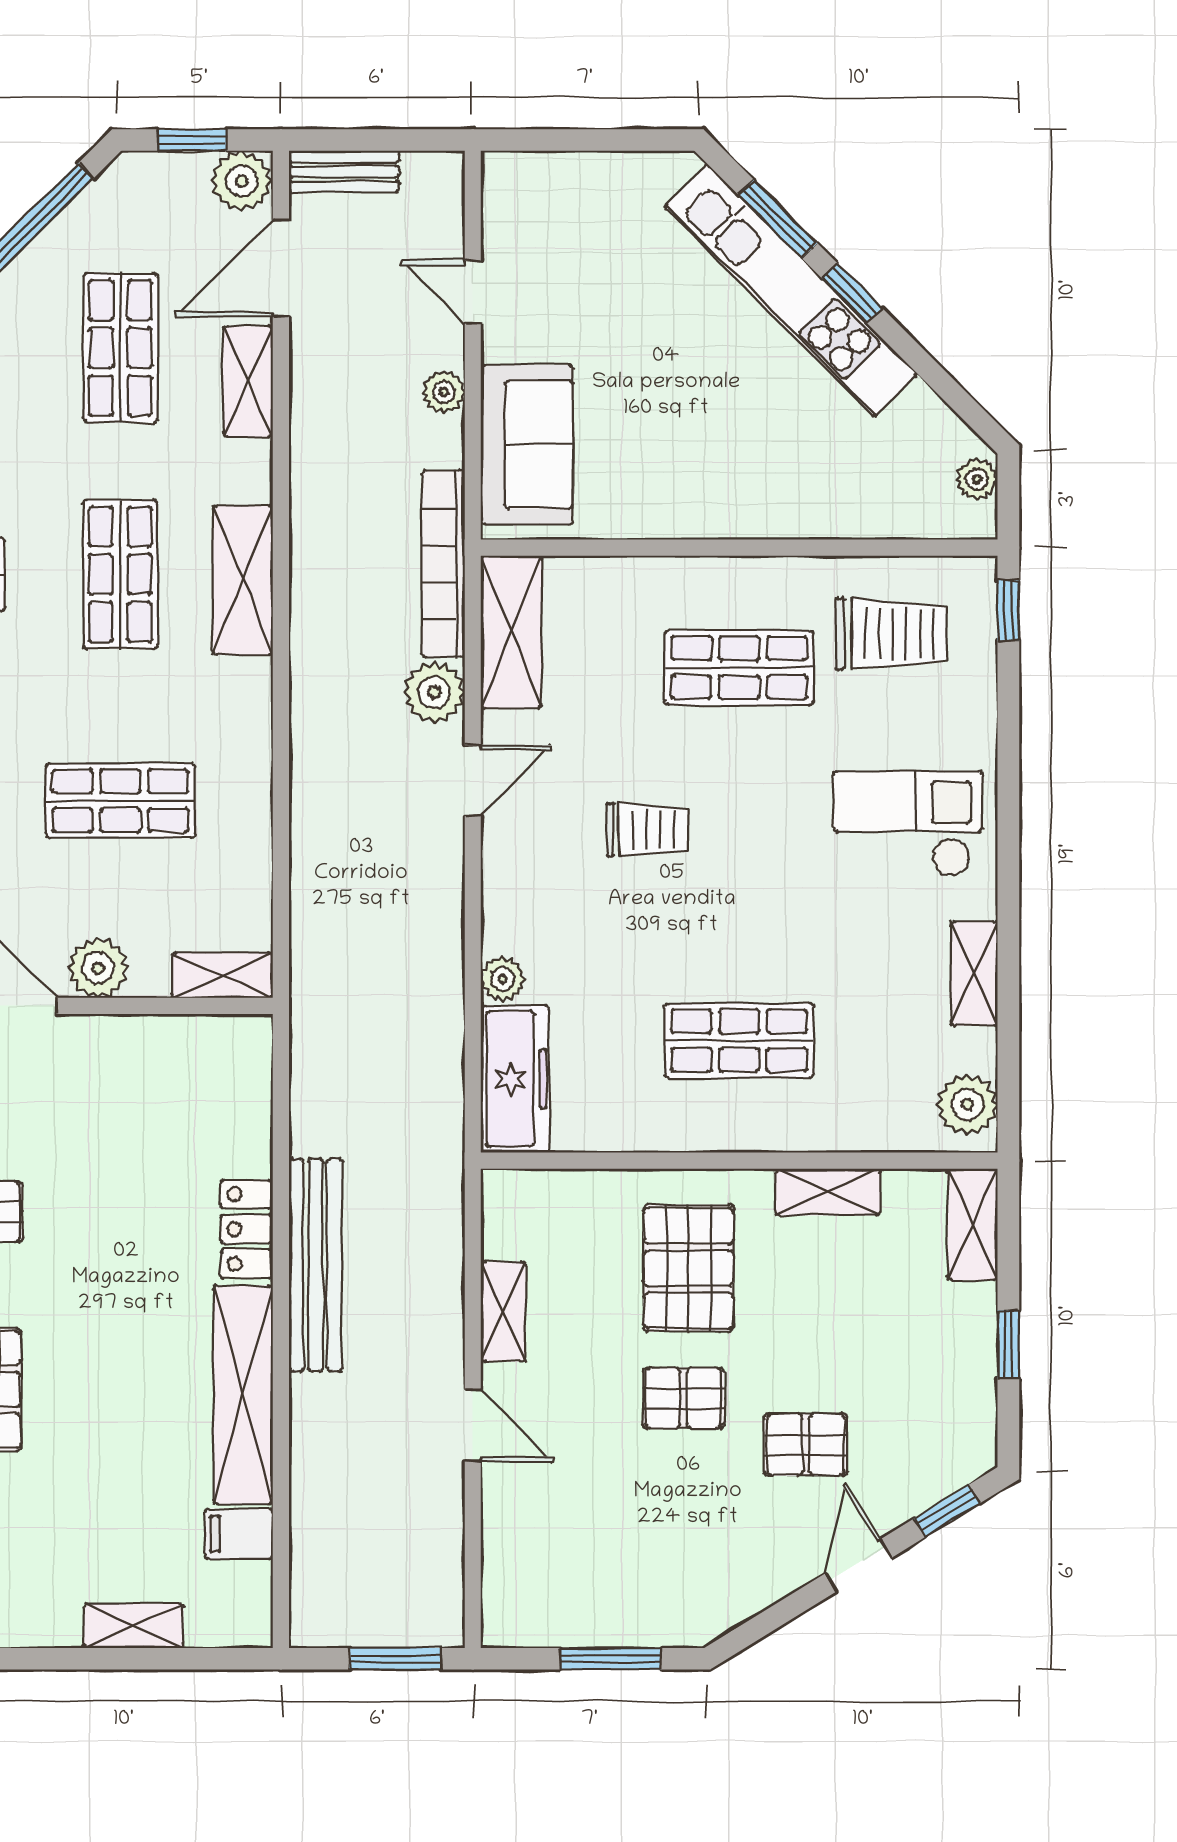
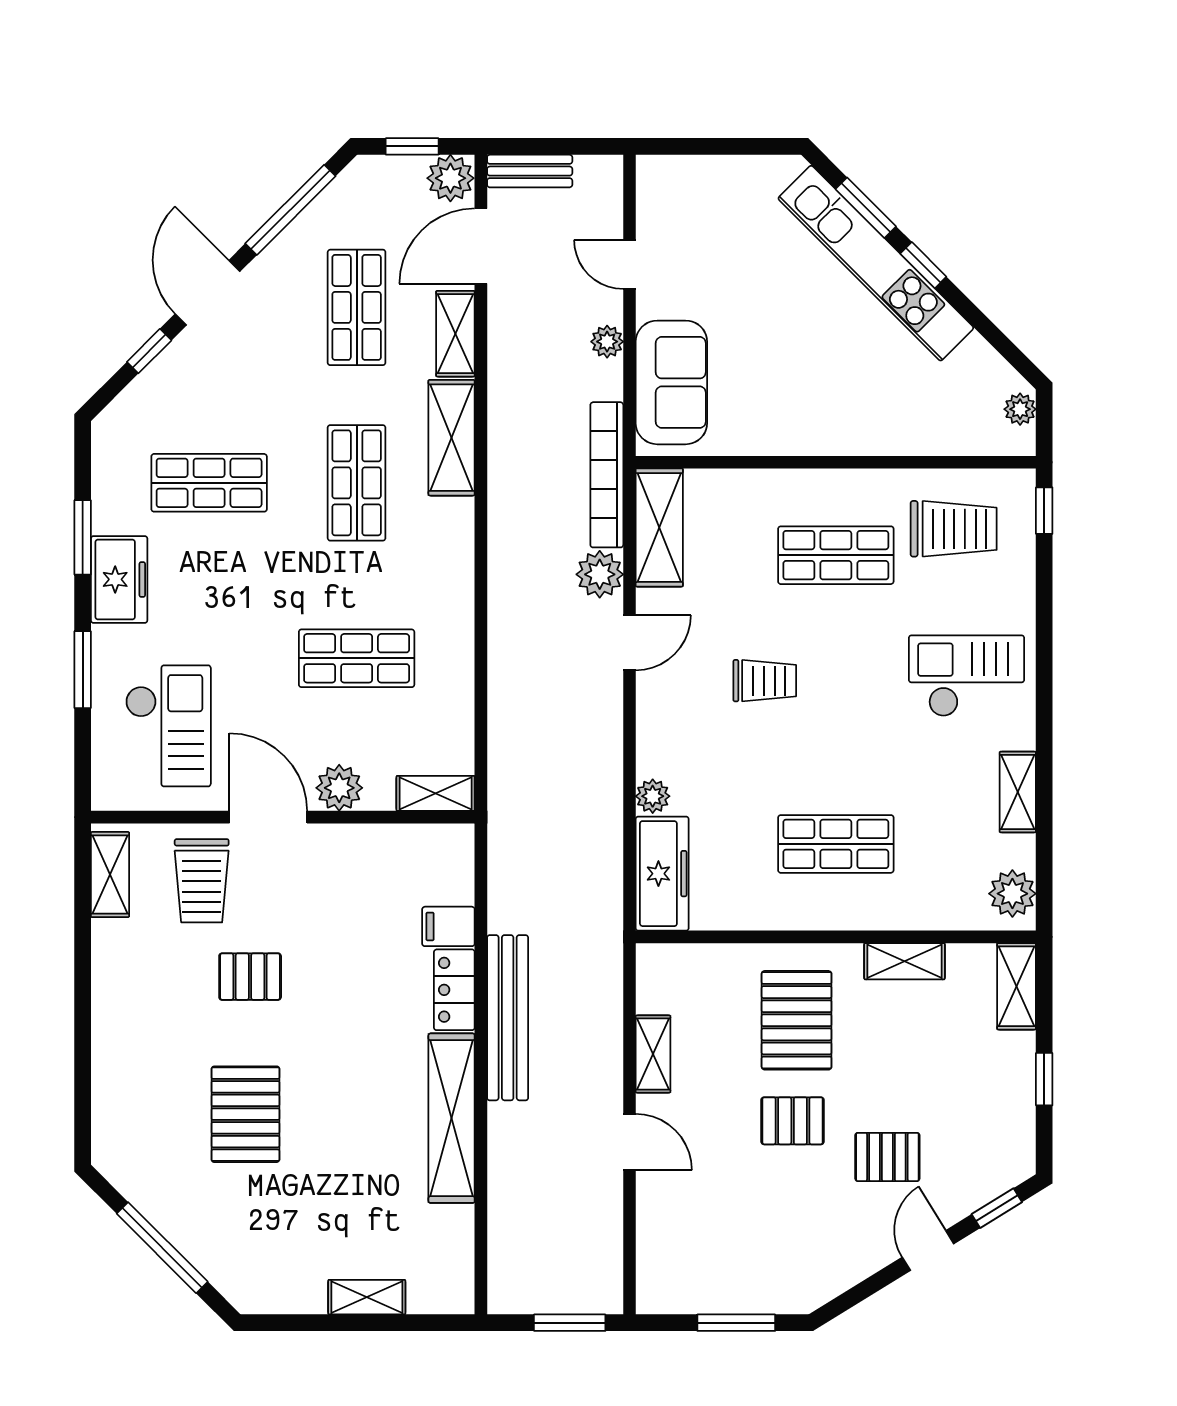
shelving: (243, 580) -> (452, 438), moved
filing cabinet: (239, 1534) -> (448, 926), moved

